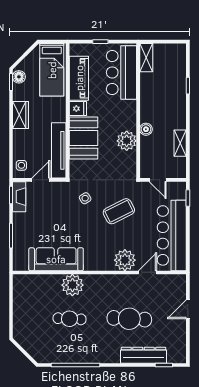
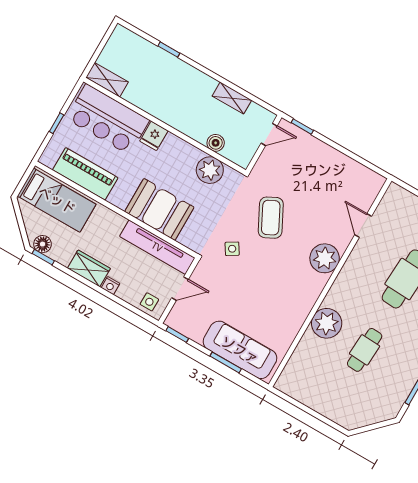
fridge: (78, 109) -> (154, 136), moved, turned 180
boiler: (146, 129) -> (216, 143), moved
nightstand: (18, 135) -> (110, 286), added
plant: (127, 141) -> (210, 170), moved
door: (41, 180) -> (180, 289), swing flipped
door: (158, 180) -> (269, 134), moved
fireplace: (19, 197) -> (185, 326), removed
bar counter: (172, 235) -> (336, 171), removed
sofa: (56, 259) -> (240, 350), moved, turned 90
plant: (125, 260) -> (325, 258), moved

